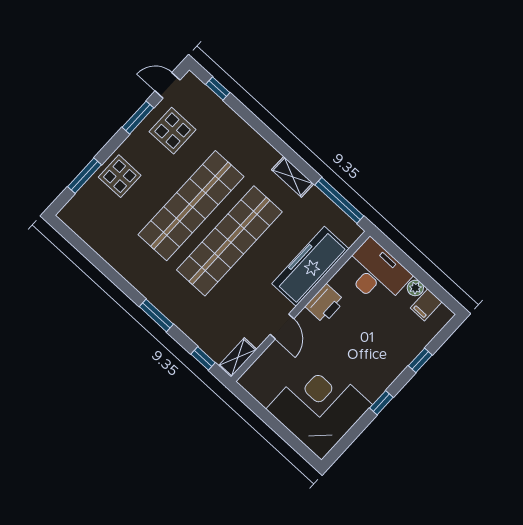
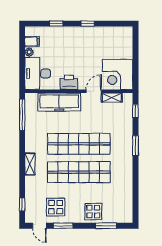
shelving: (293, 177) -> (30, 164), moved
shelving: (238, 357) -> (112, 98), moved
corner desk: (319, 407) -> (118, 75), moved, width x0.74, depth x0.74

